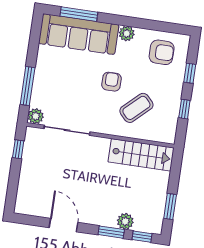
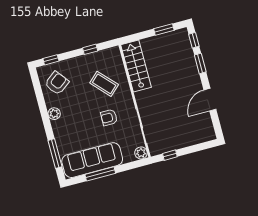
sofa: (79, 34) -> (92, 160), moved, turned -90
armchair: (162, 52) -> (57, 83), turned 53
window: (190, 73) -> (51, 60), moved
armchair: (112, 82) -> (109, 117), moved
window: (28, 86) -> (100, 174), moved
plant: (125, 221) -> (188, 57), removed

